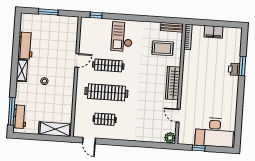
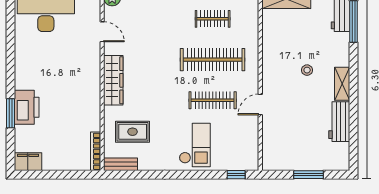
filing cabinet: (213, 32) -> (28, 162), moved
printer: (234, 69) -> (27, 107), width x1.87, depth x1.48

